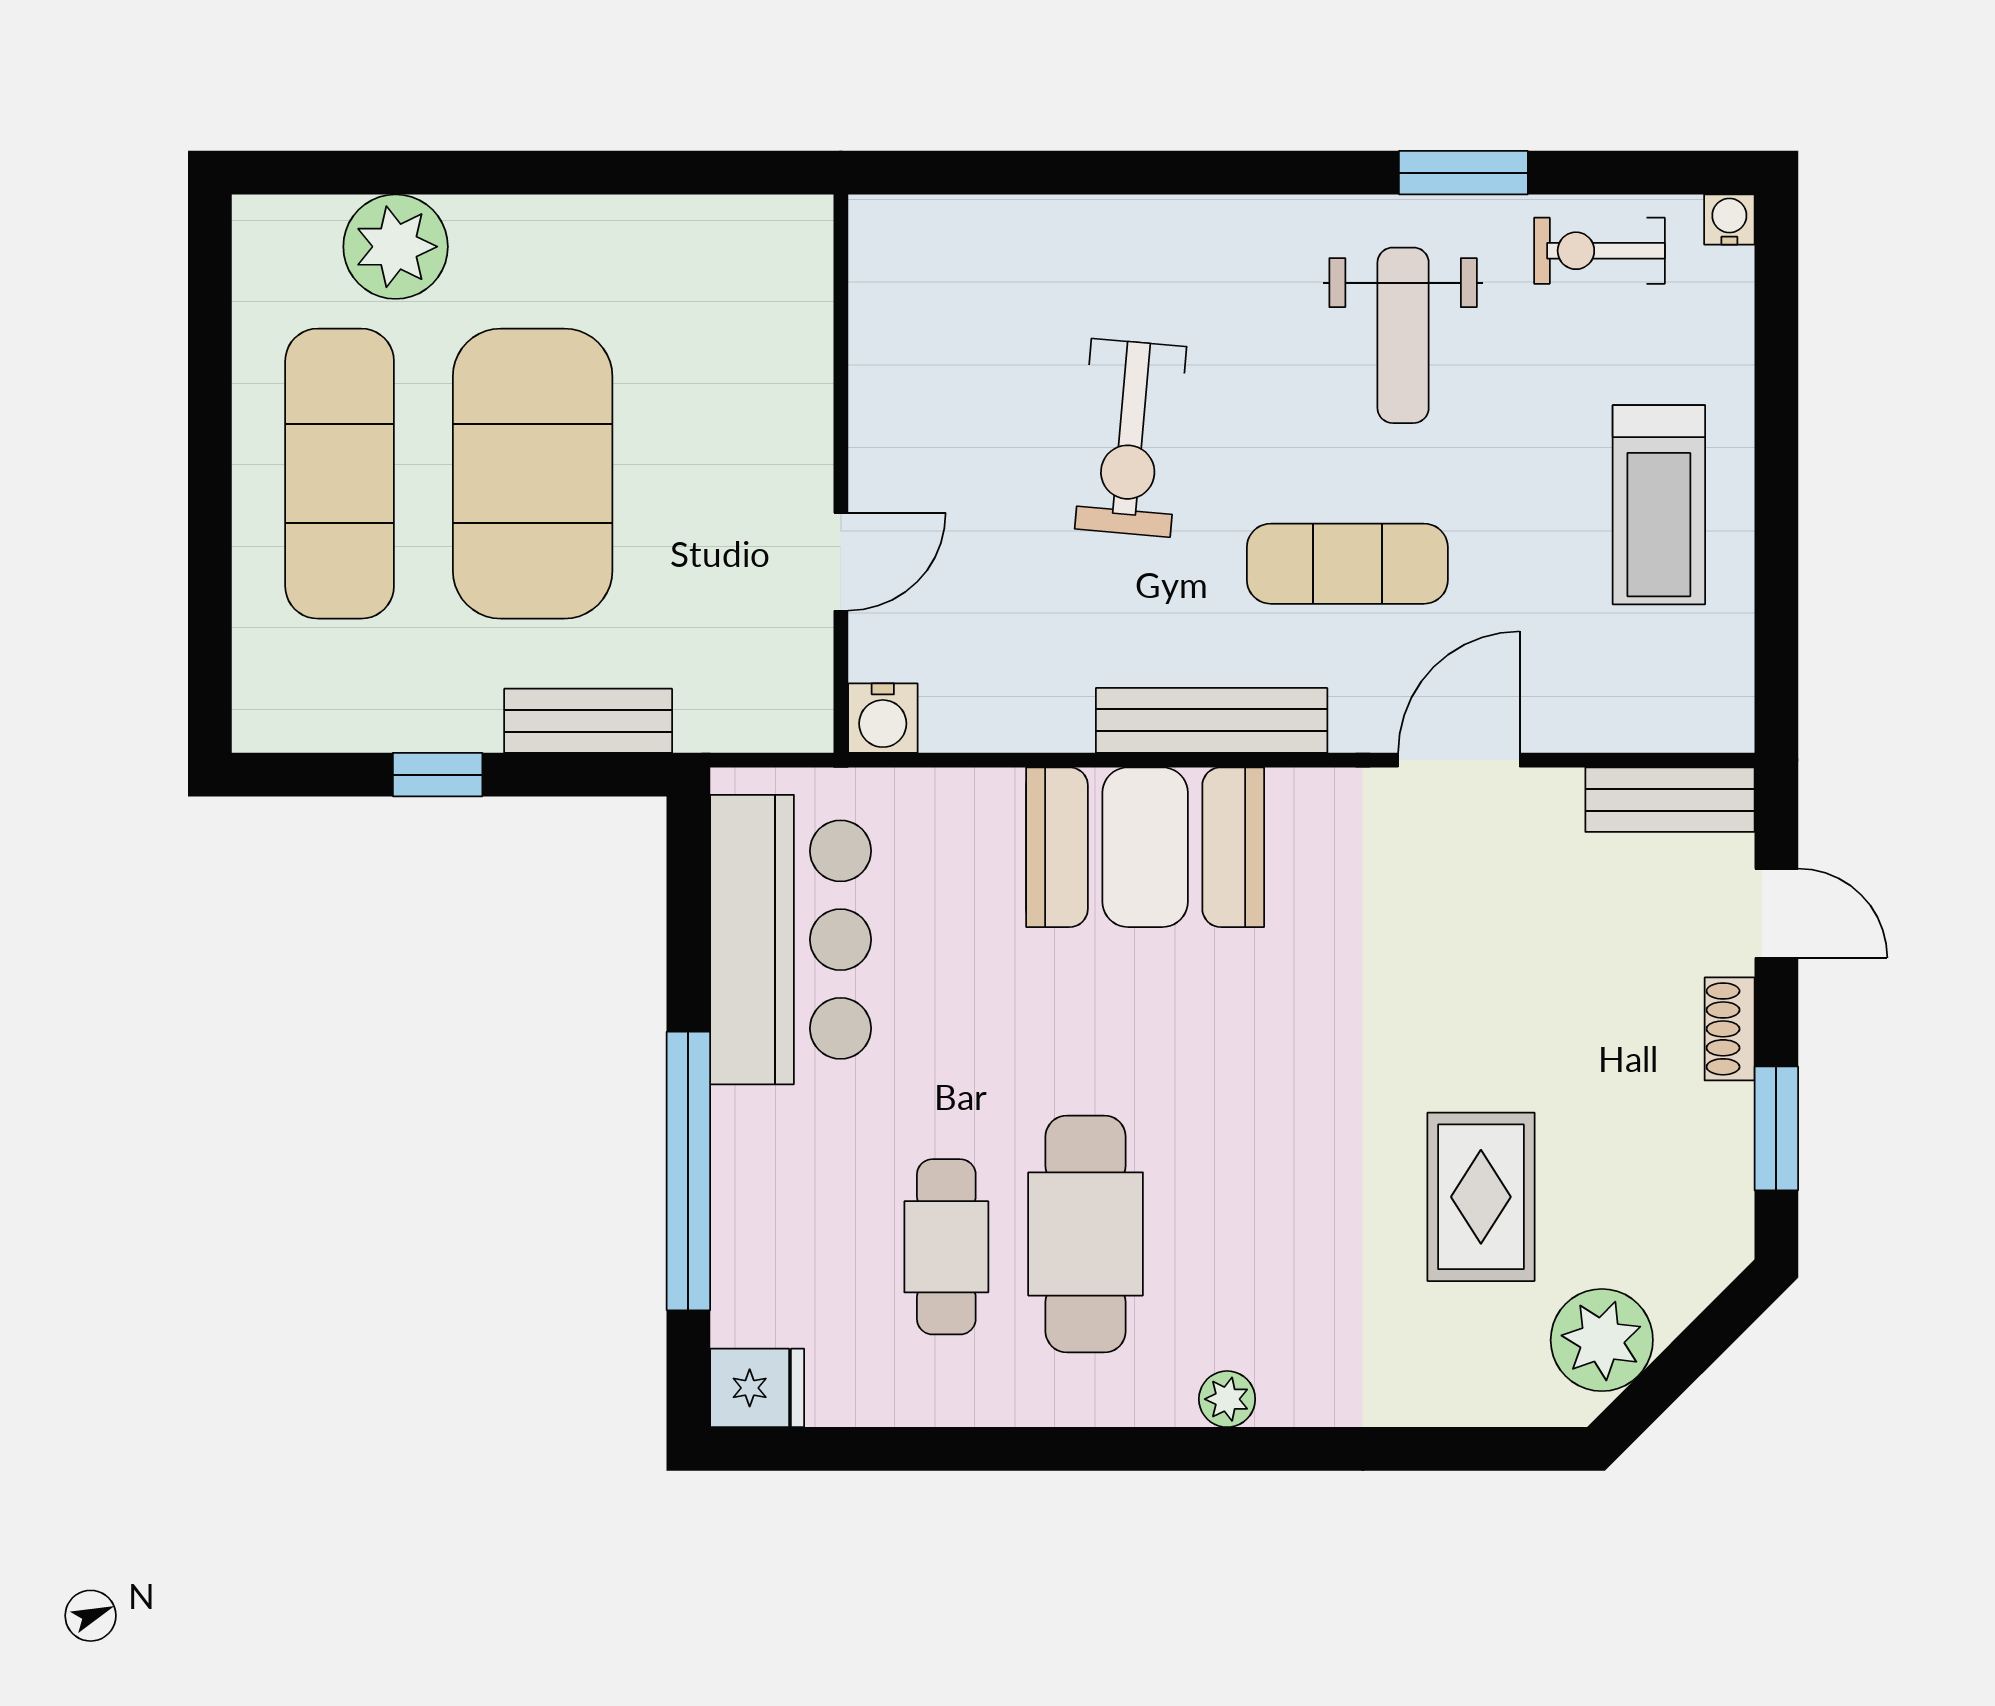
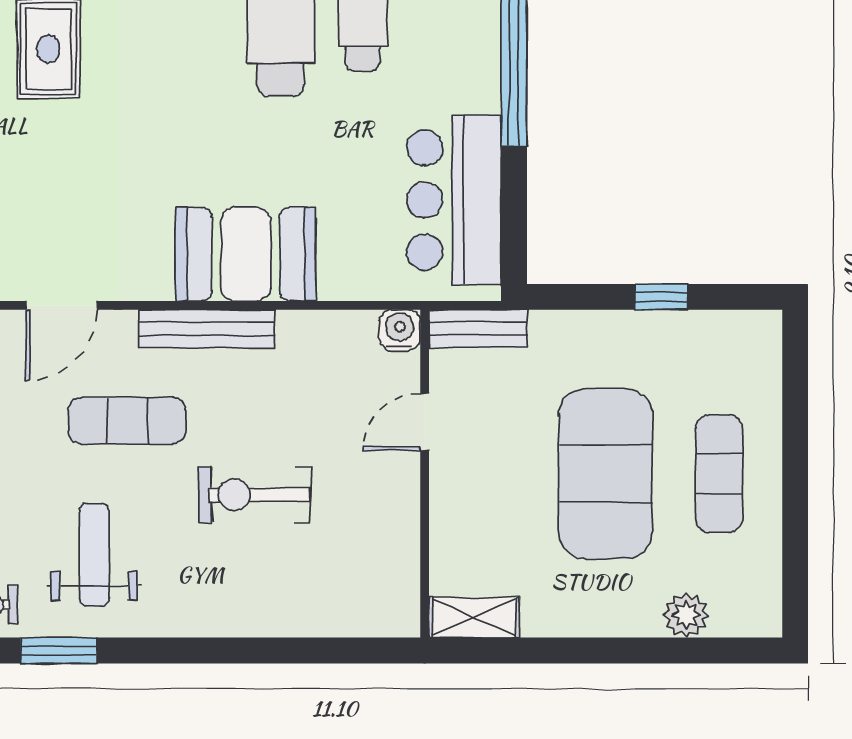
shelving: (756, 229) -> (474, 617), added
plant: (396, 247) -> (686, 615), width x0.73, depth x0.73
exercise bike: (1131, 438) -> (254, 495), turned -95
exercise mat: (340, 474) -> (719, 474), width x0.73, depth x0.69
bench: (588, 721) -> (478, 328), moved

